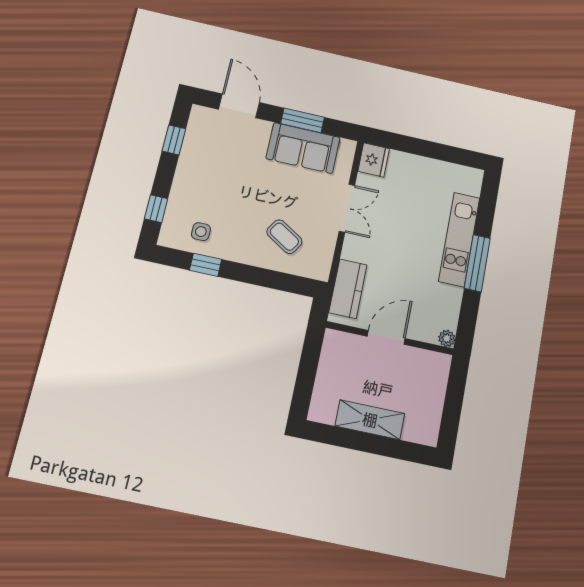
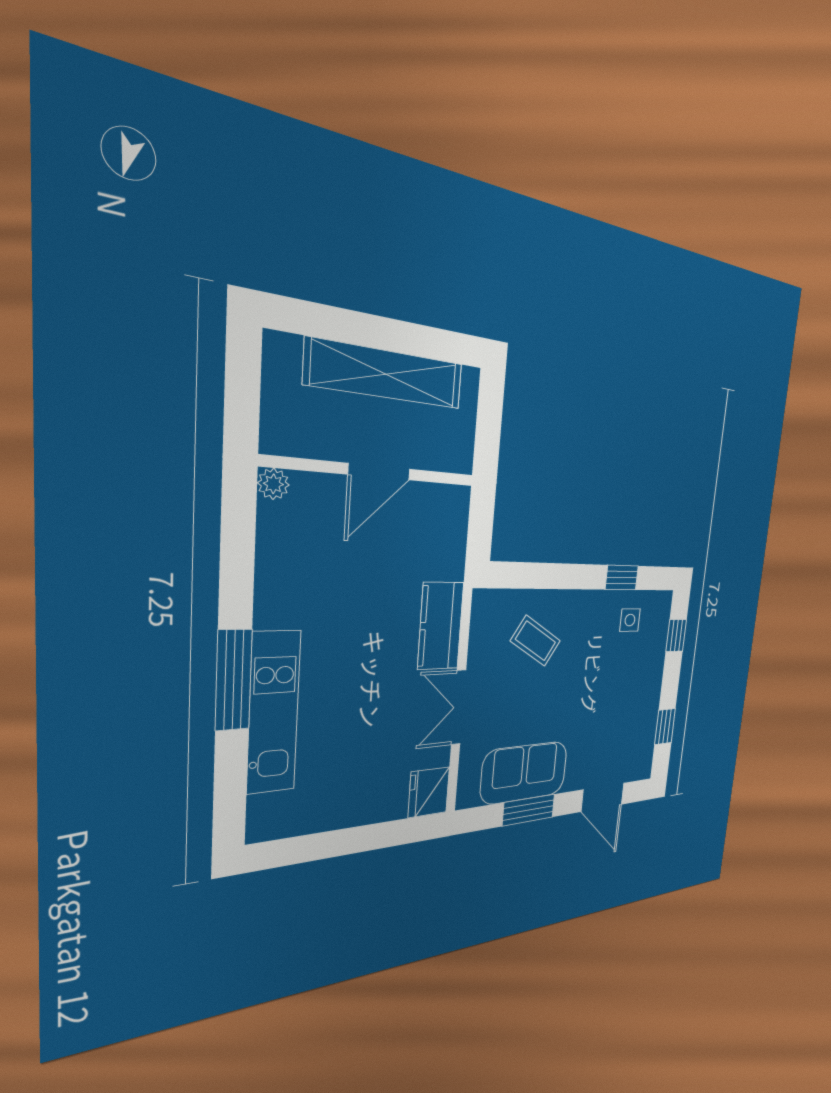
kitchen counter: (348, 289) -> (441, 626), moved
door: (386, 337) -> (379, 472), moved
wall: (390, 338) -> (373, 471), moved
plant: (447, 338) -> (273, 484), moved
shelving: (370, 420) -> (386, 374), width x1.47

